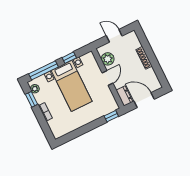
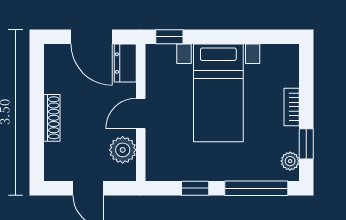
bed with nightstands: (72, 86) -> (218, 93), moved, turned 180

